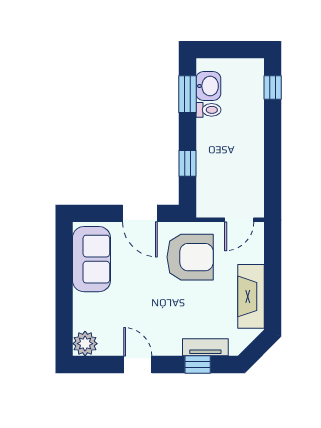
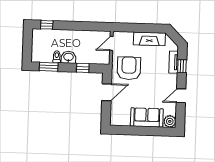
washbasin: (208, 86) -> (68, 57), moved
door: (239, 220) -> (111, 43), swing flipped
sofa: (91, 259) -> (147, 117), moved

